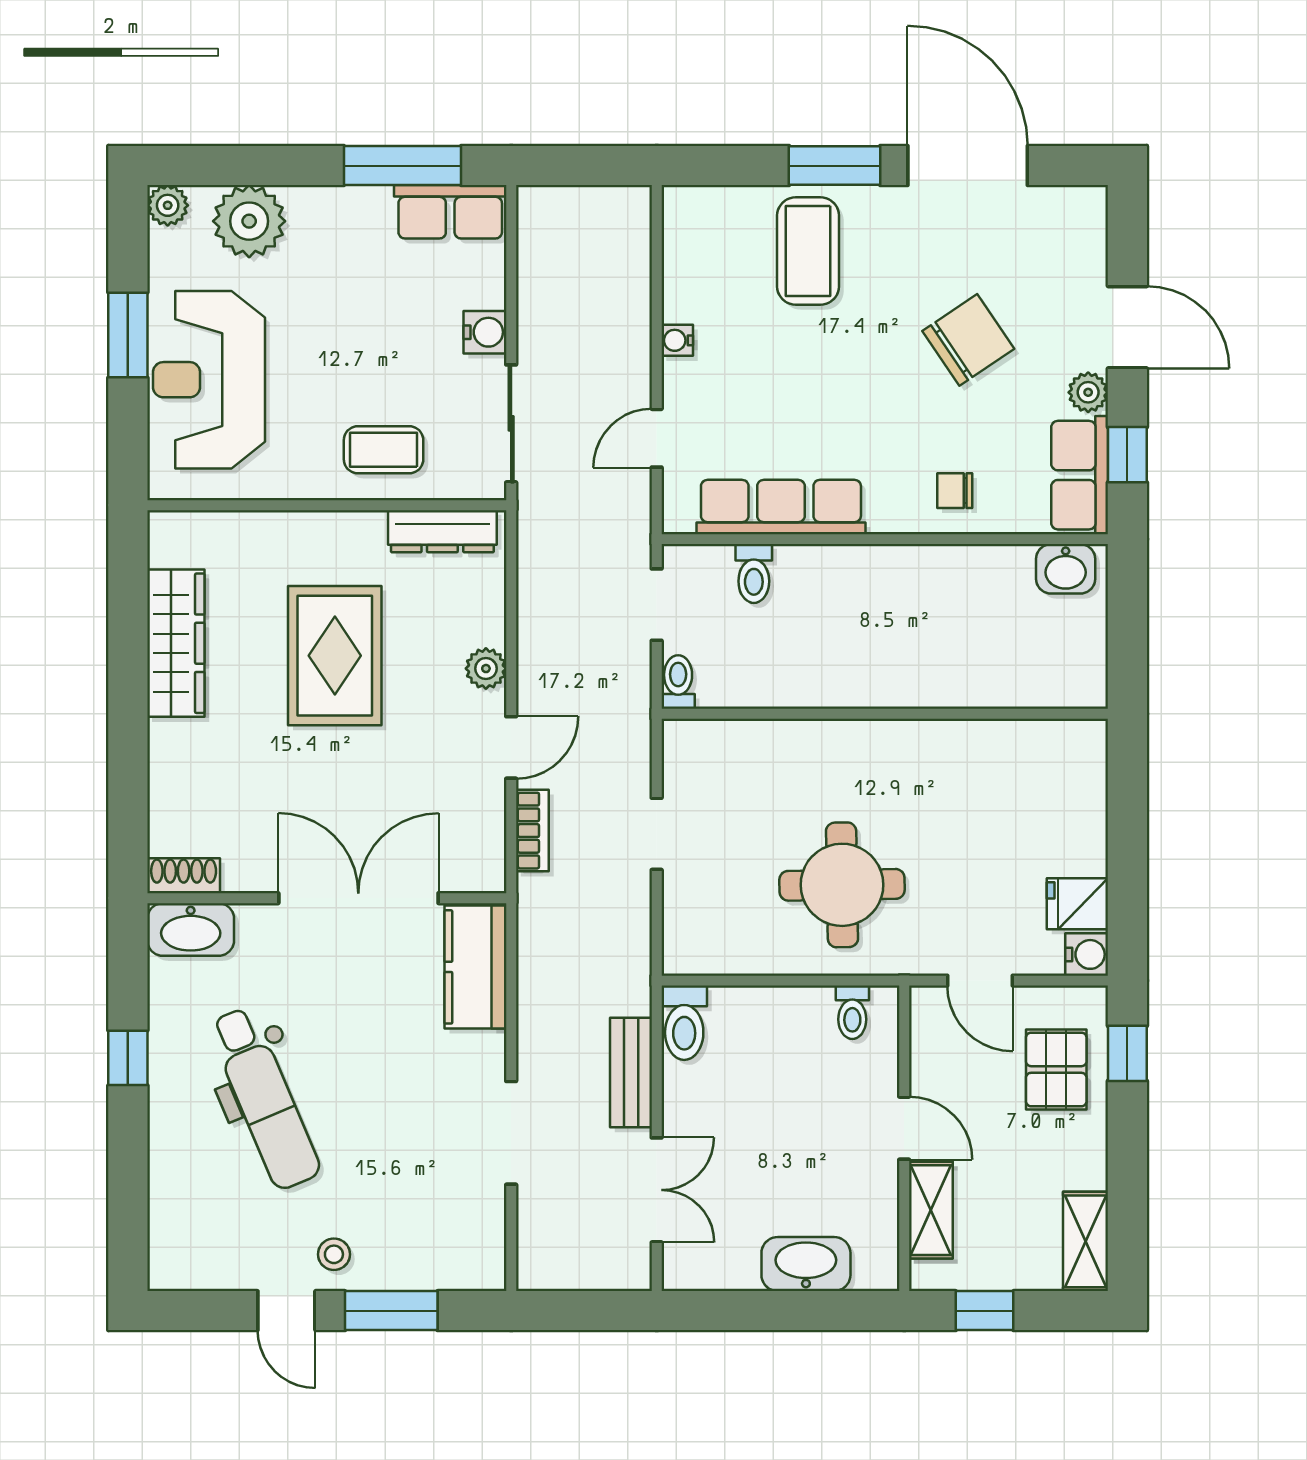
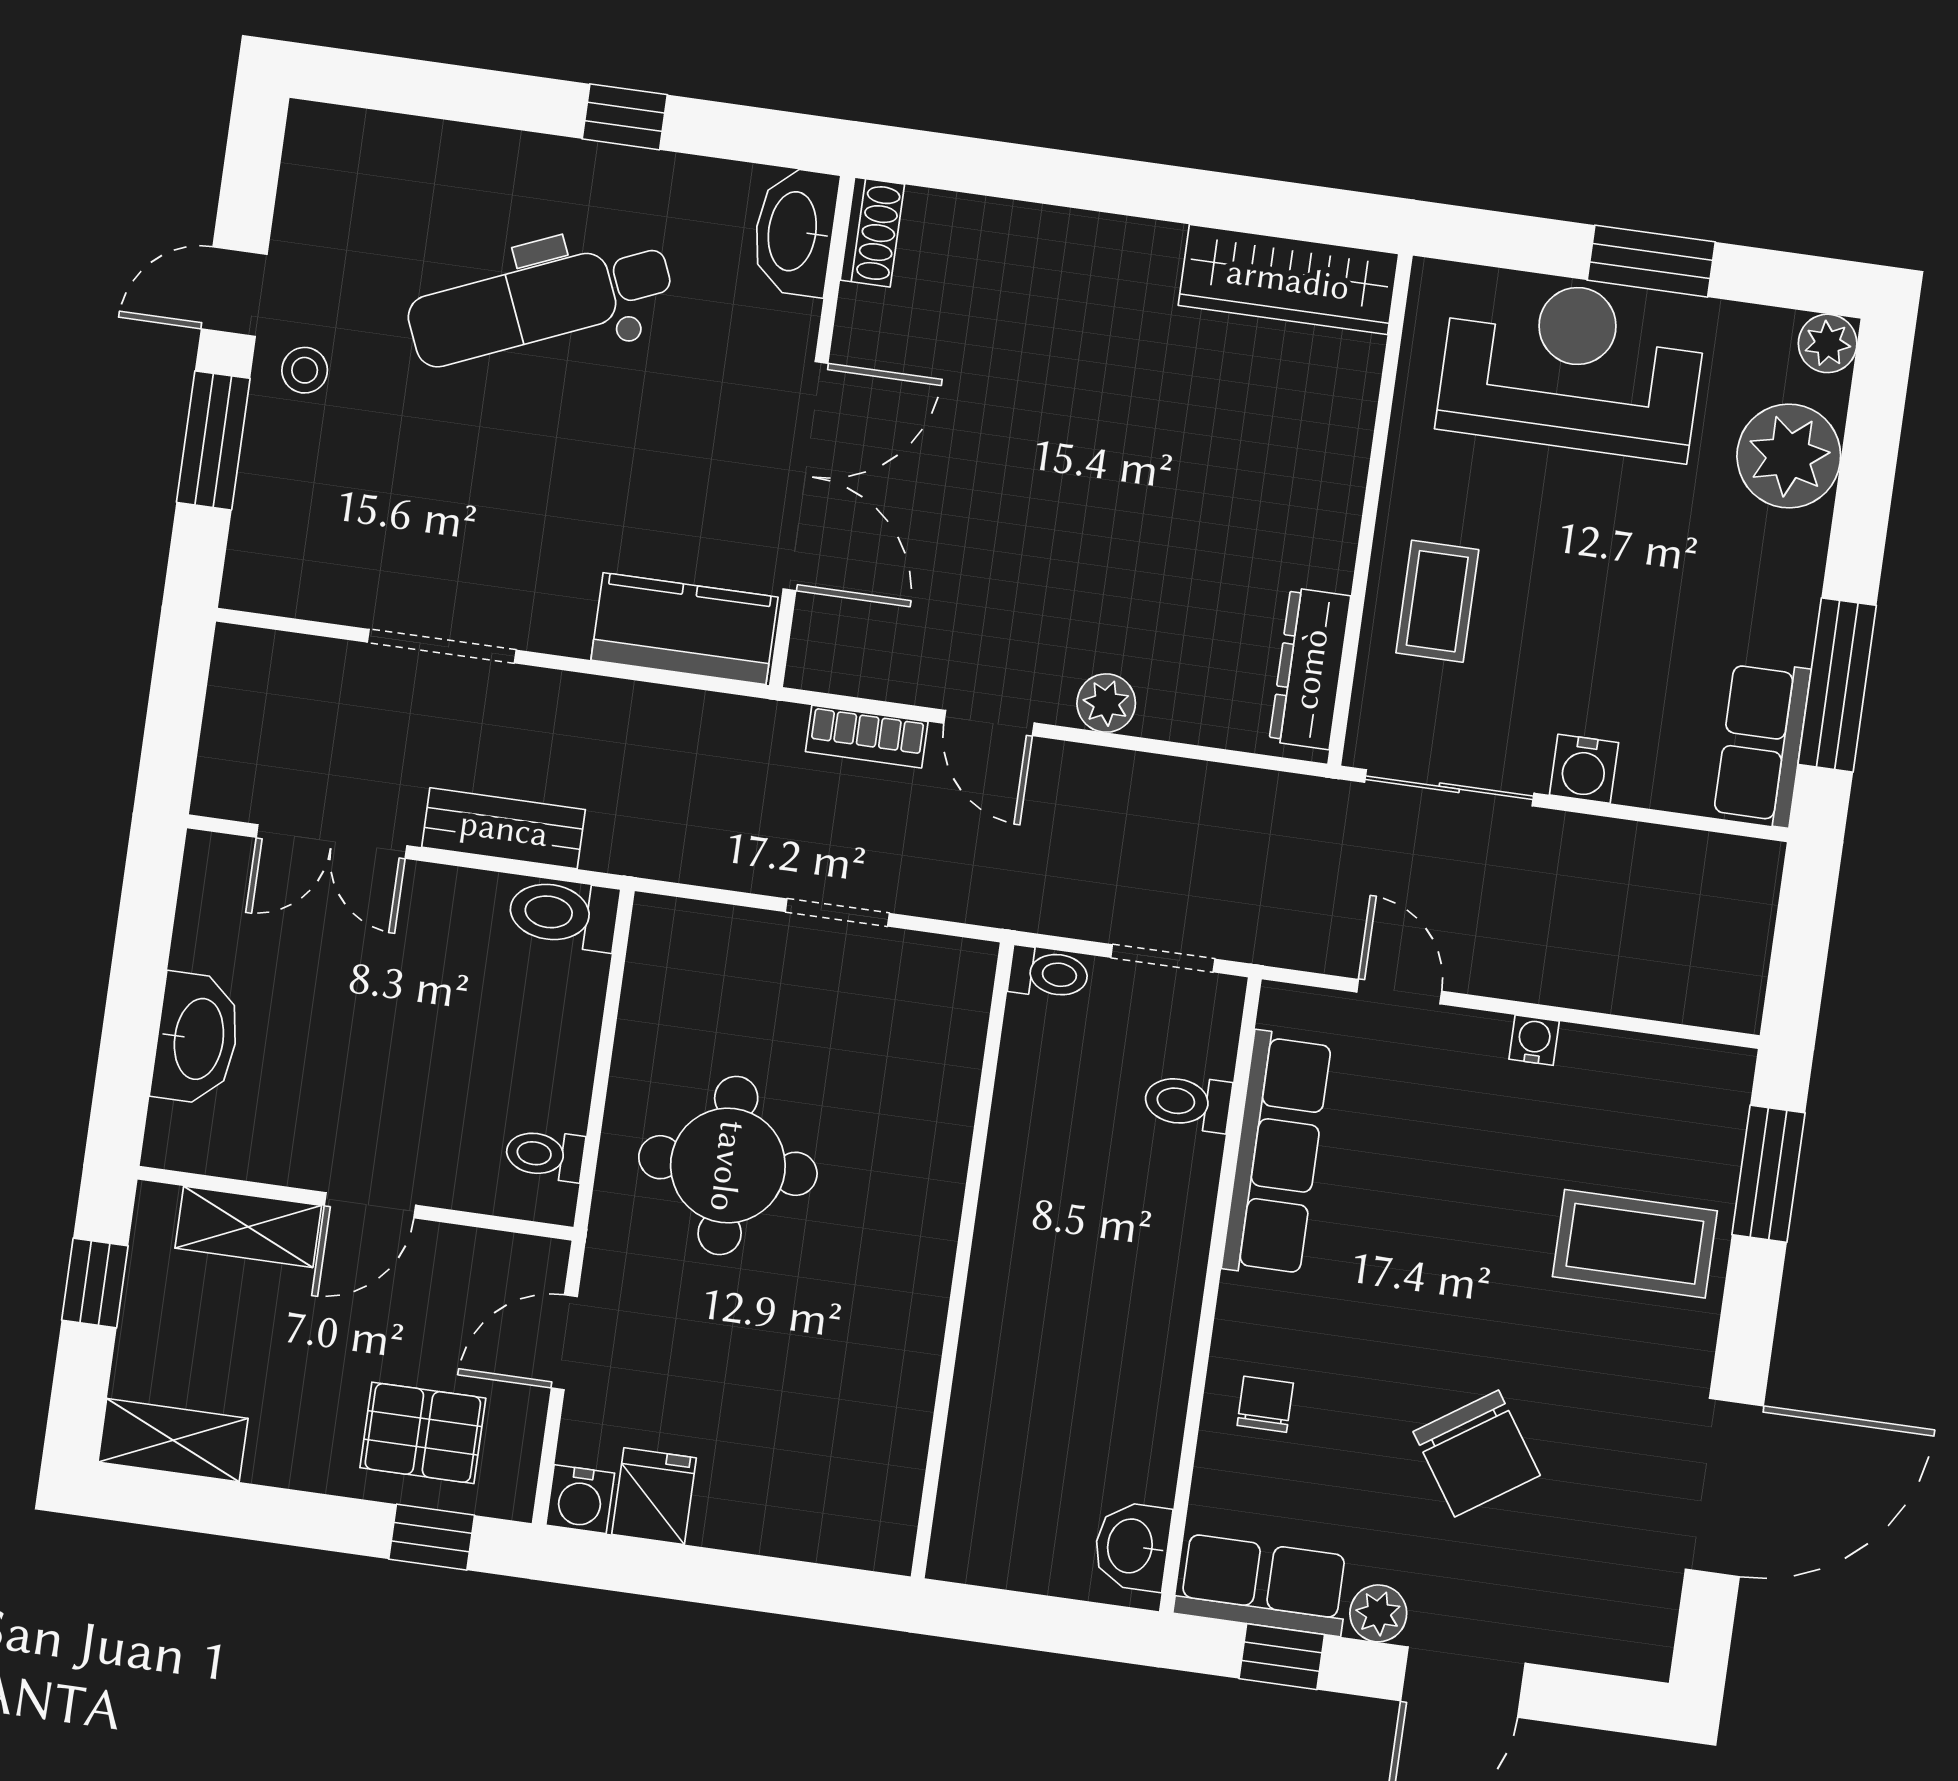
window: (835, 166) -> (1768, 1174), moved
wardrobe: (176, 643) -> (1288, 279), moved
rug: (335, 656) -> (1155, 491), removed

